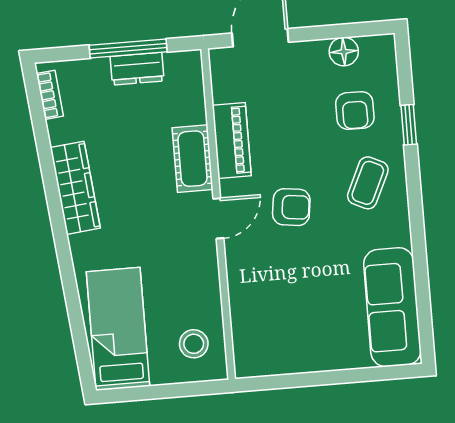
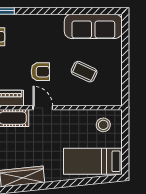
coffee table: (368, 183) -> (84, 72), moved
armchair: (291, 207) -> (40, 72), turned 83

